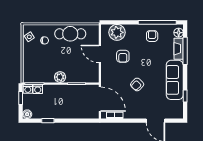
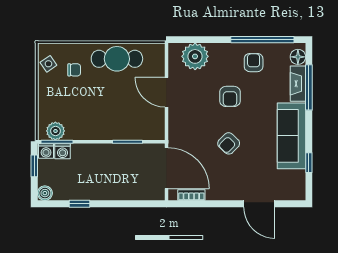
armchair: (123, 56) -> (230, 96), moved
plant: (60, 77) -> (55, 131), moved

